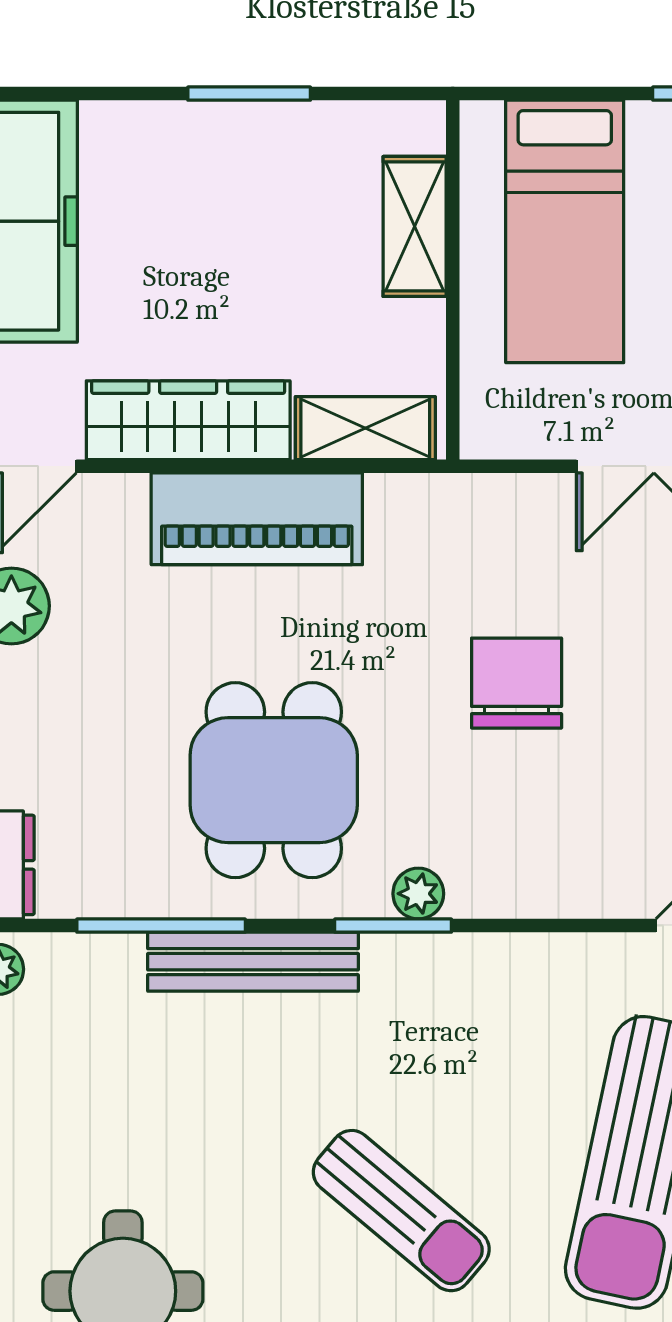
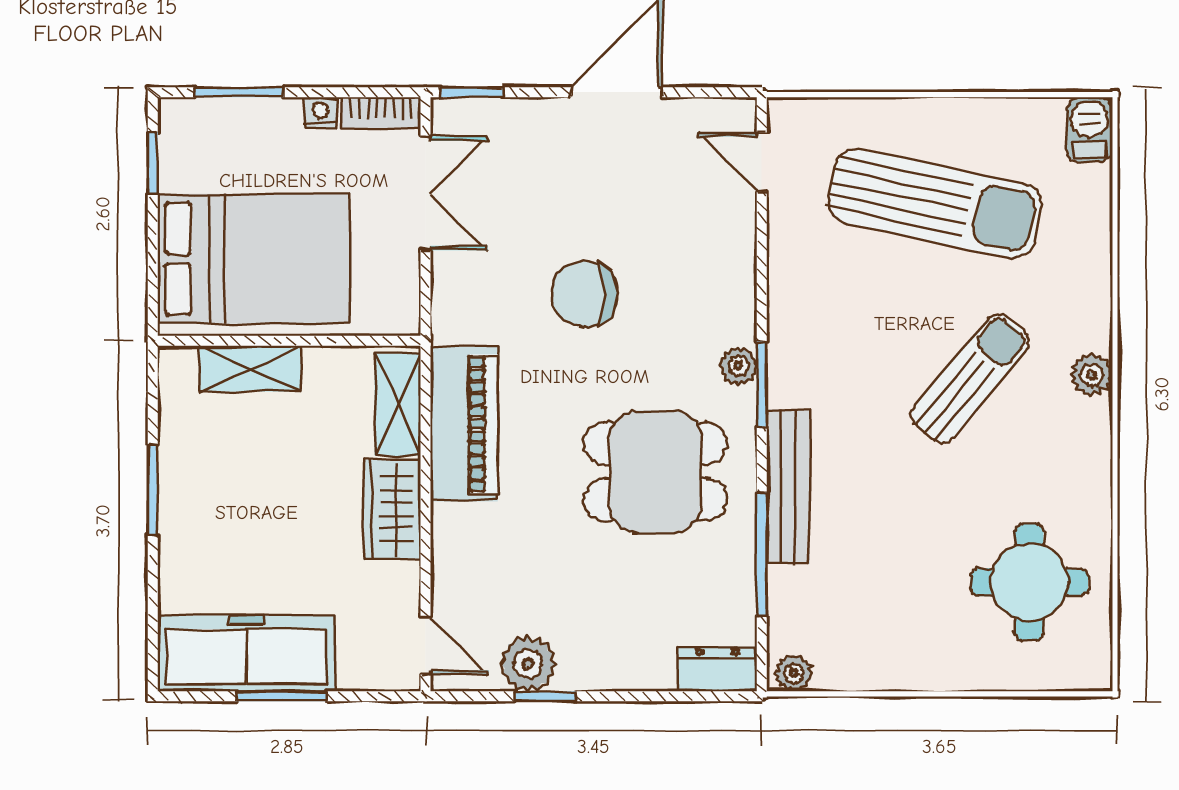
bed: (565, 231) -> (254, 259), width x1.50
wardrobe: (188, 420) -> (392, 509), width x0.67
piano: (257, 519) -> (464, 424), moved

